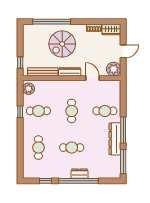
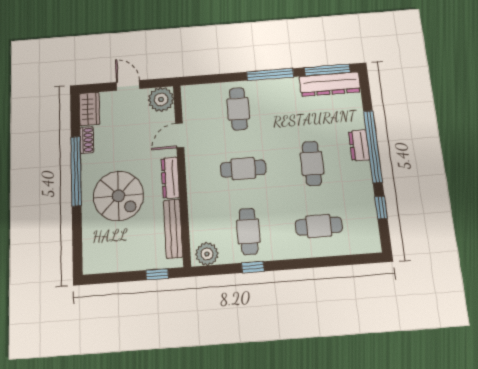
window: (51, 22) -> (76, 171), moved
dresser: (115, 139) -> (330, 84), moved

